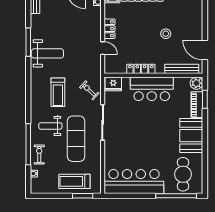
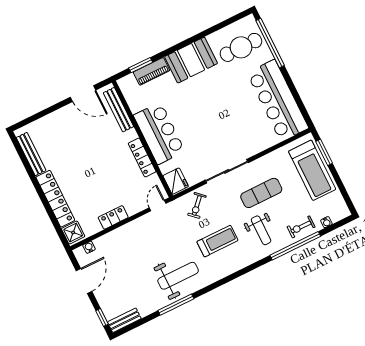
stool: (166, 34) -> (87, 149), removed
door: (103, 48) -> (158, 206), moved
door: (205, 50) -> (83, 94), hinge flipped
weight bench: (47, 53) -> (178, 276), turned 90
plant: (196, 83) -> (127, 84), removed
exercise mat: (76, 139) -> (261, 193), width x0.73, depth x0.69
treadmill: (74, 181) -> (312, 170), width x1.37, depth x1.38

